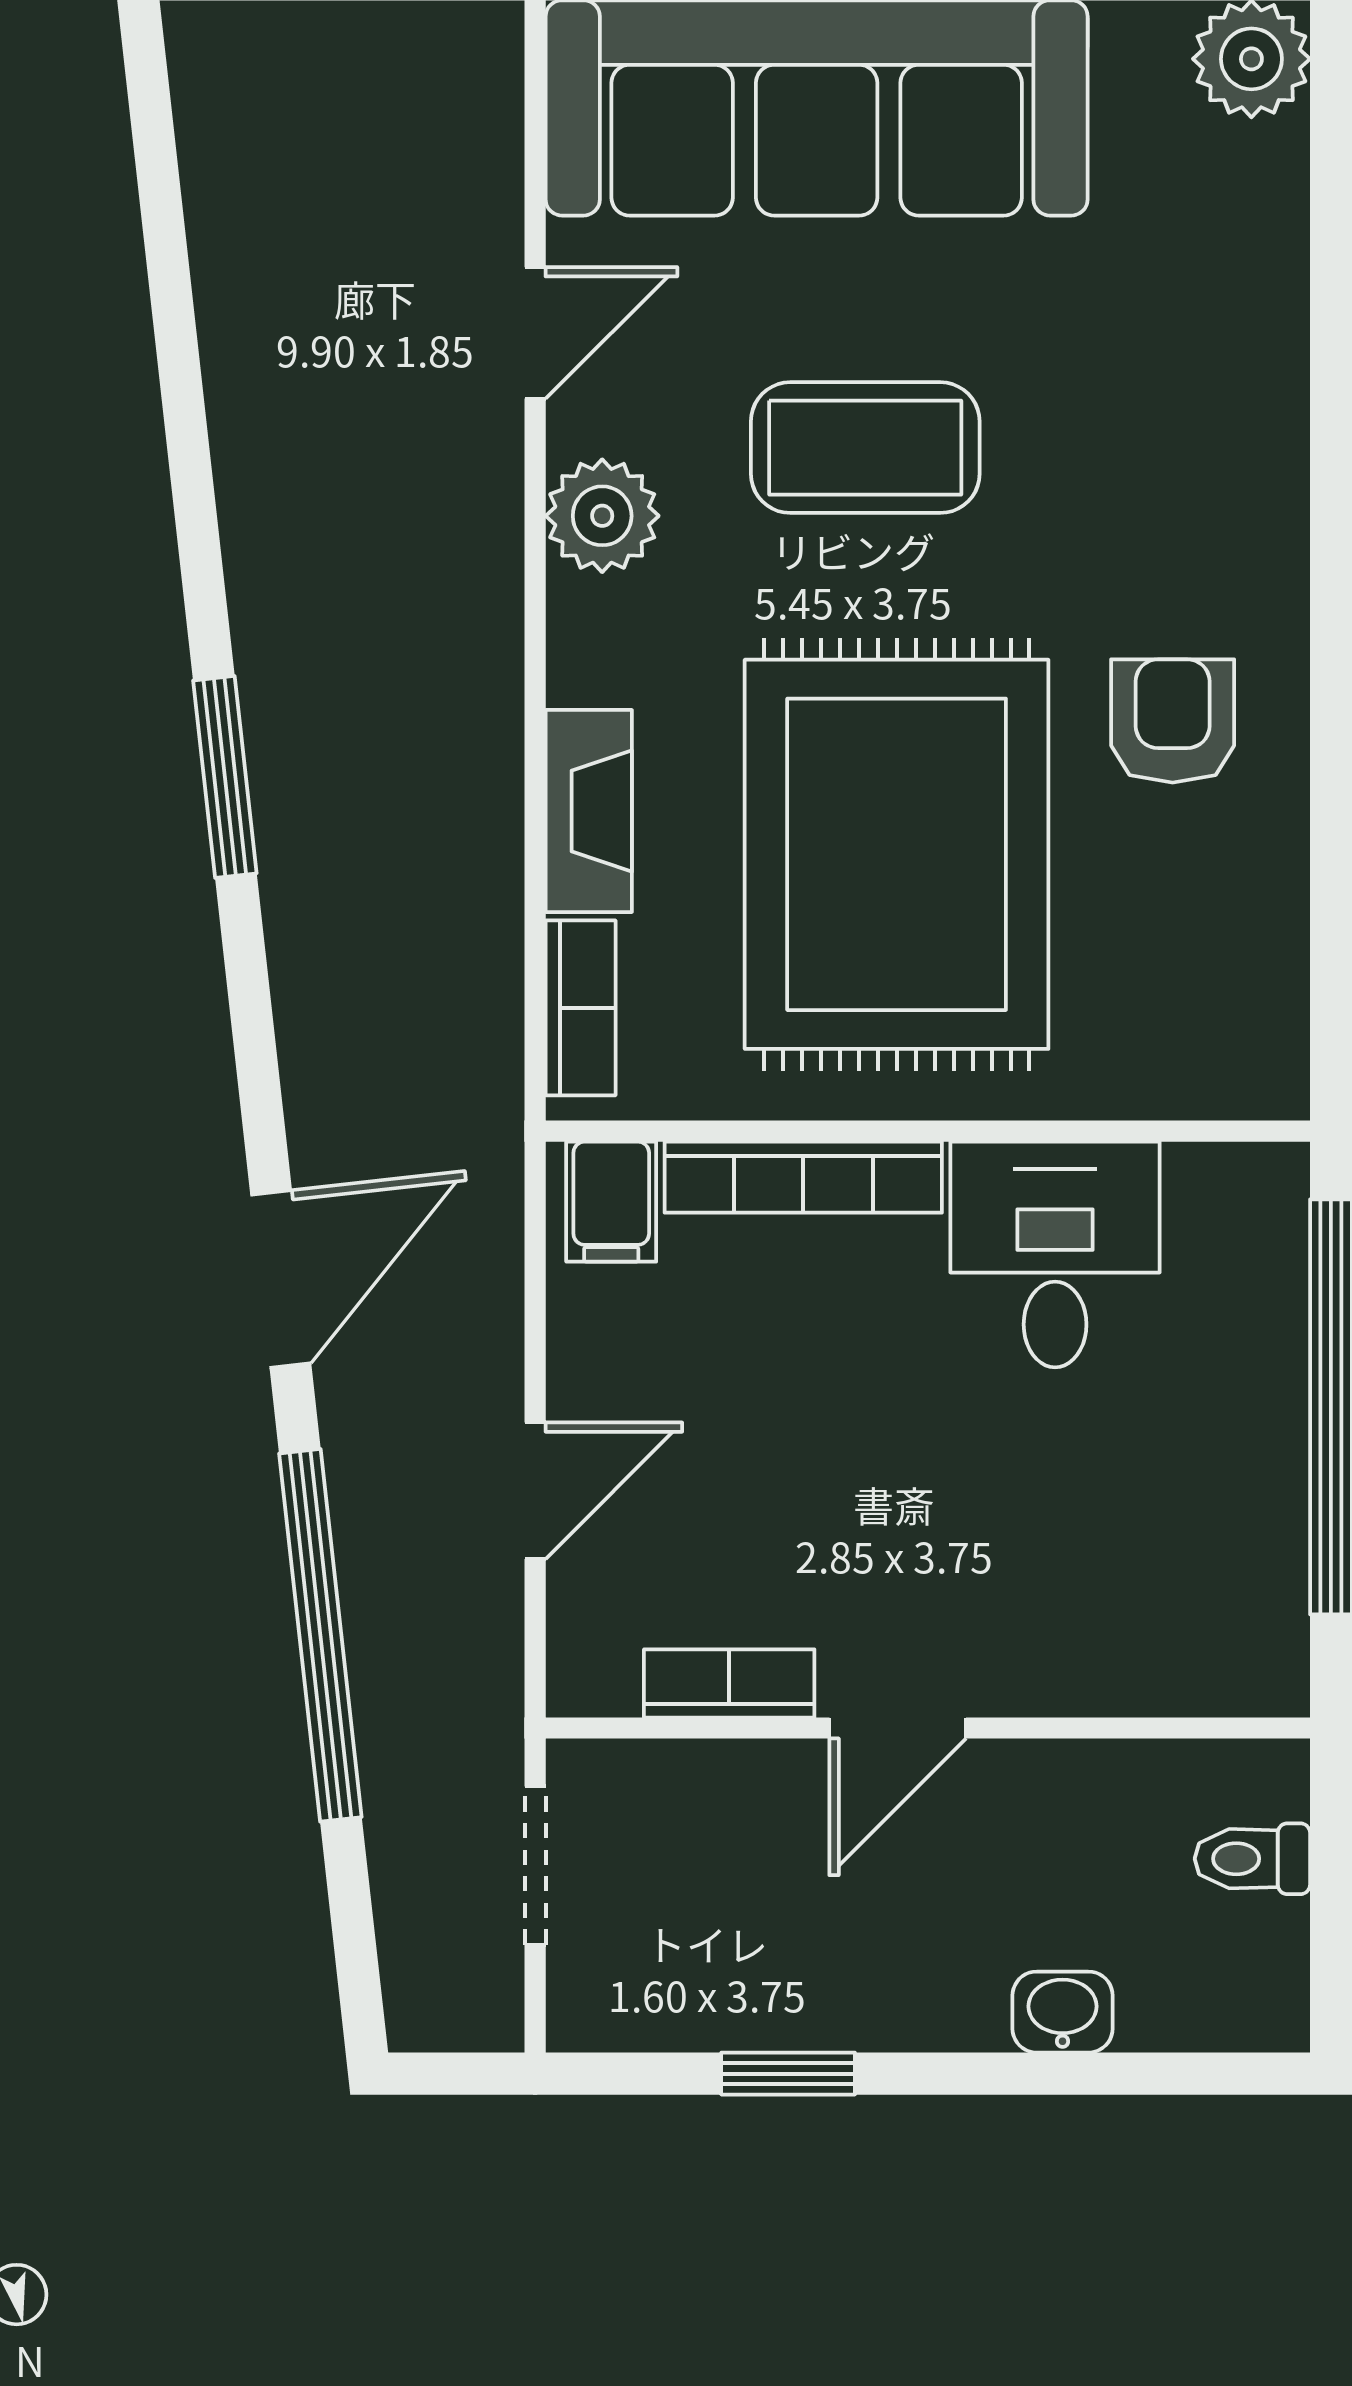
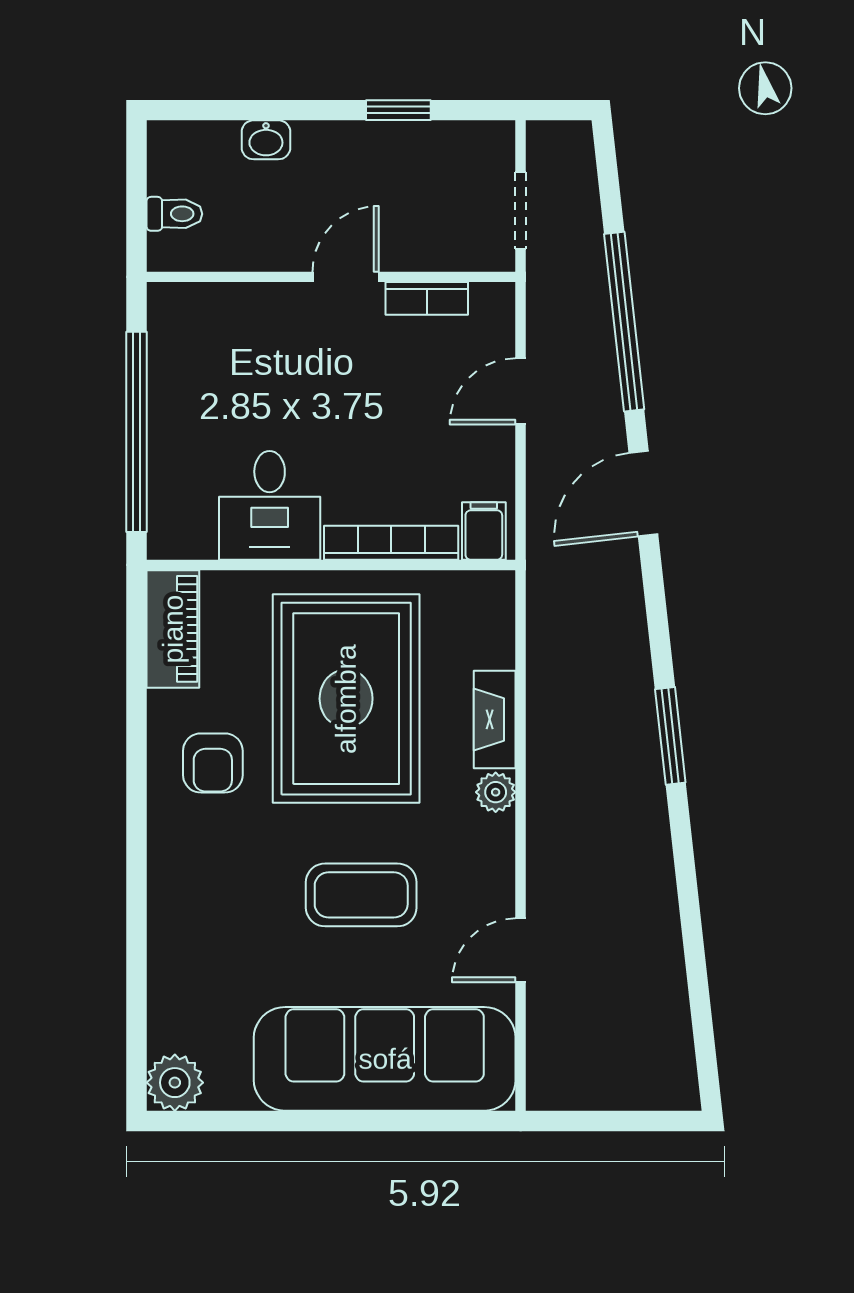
plant: (602, 516) -> (496, 792), moved, width x0.73, depth x0.73
piano: (1255, 999) -> (173, 629), added
bookcase: (581, 1008) -> (499, 624), removed

